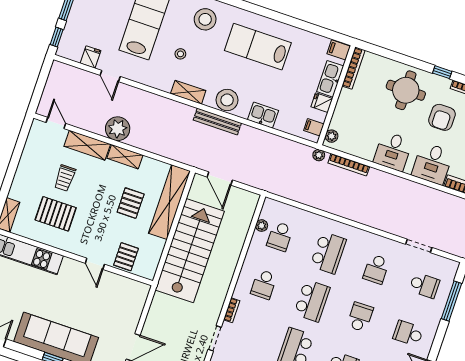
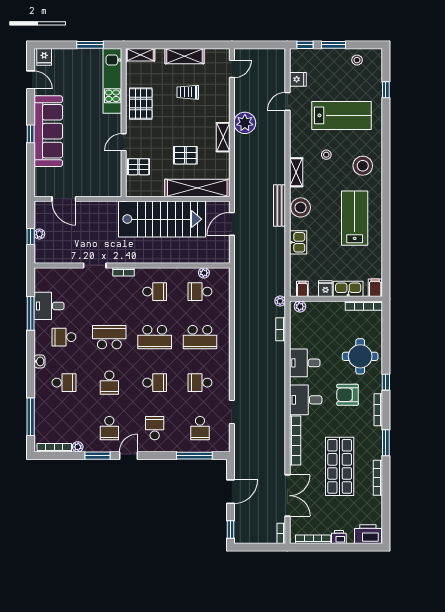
shelving: (87, 145) -> (185, 56), moved, turned 90
bookcase: (349, 165) -> (281, 329), width x0.64
pallet: (56, 214) -> (141, 104), moved
school desk: (264, 284) -> (155, 292), turned 180

